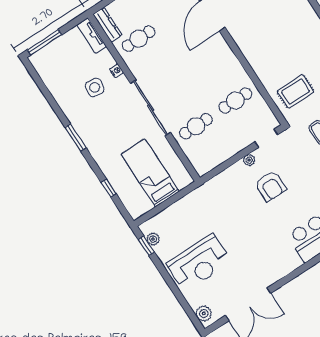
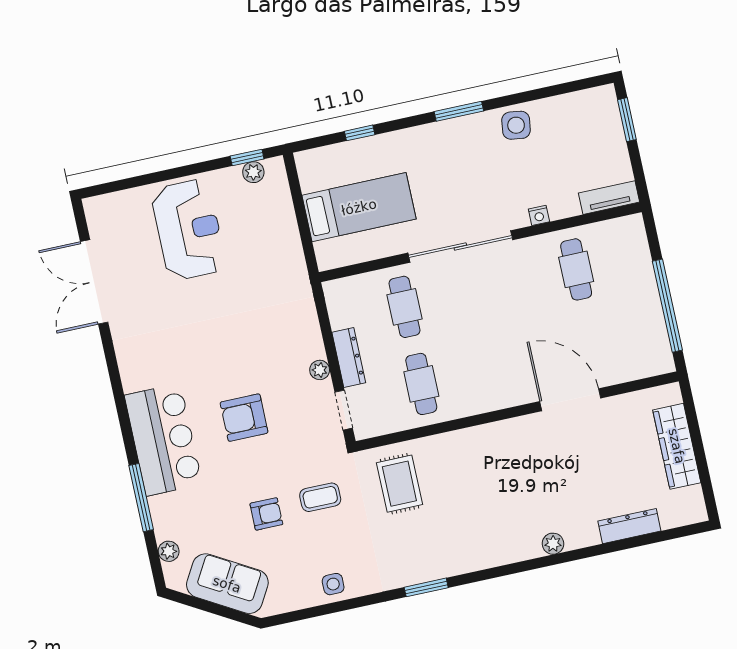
dresser: (108, 25) -> (349, 357), moved, turned -90
window: (44, 42) -> (627, 120), width x0.69
side table: (95, 87) -> (516, 125), moved
armchair: (271, 186) -> (244, 418), moved
reception desk: (199, 263) -> (189, 230), turned 180
plant: (204, 313) -> (106, 207), removed

